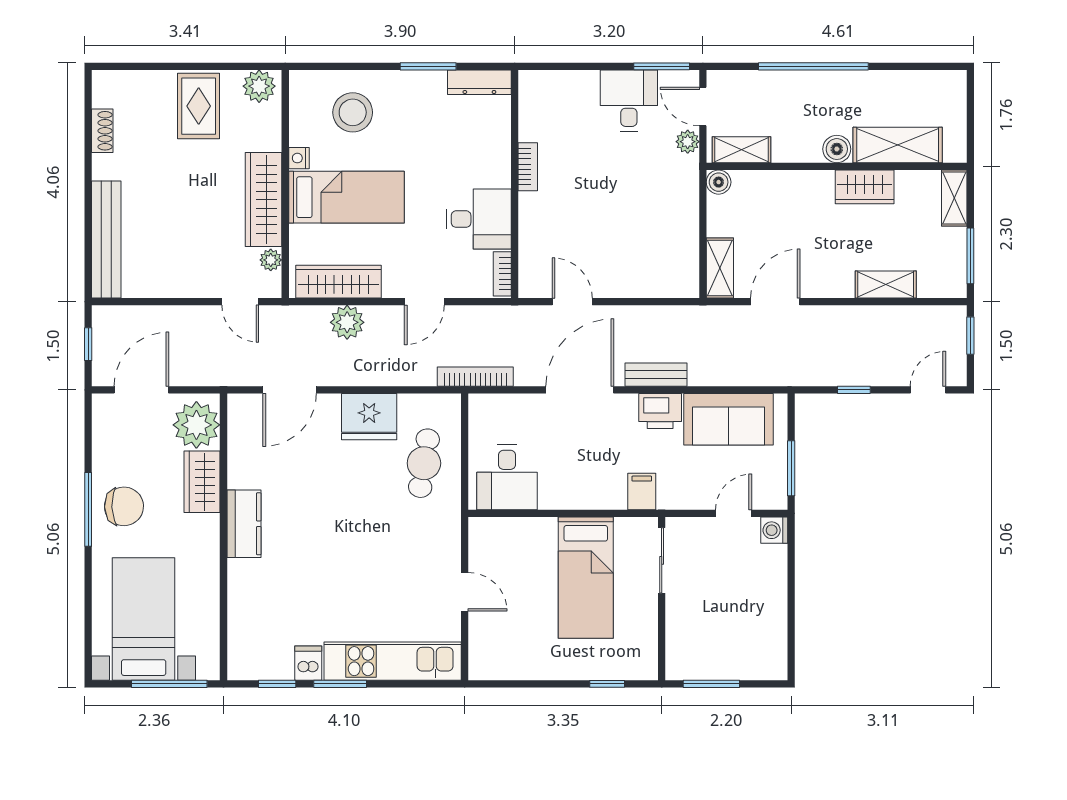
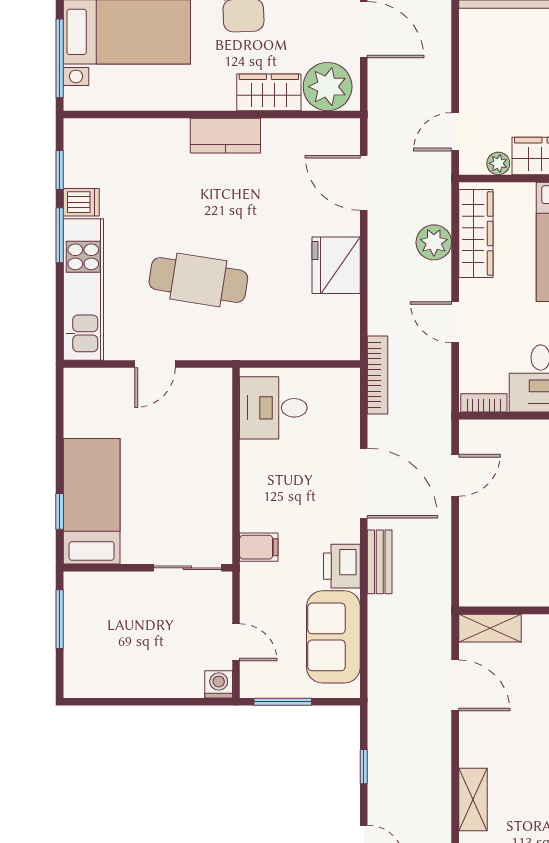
cafe table: (424, 463) -> (198, 280), moved, width x1.37, depth x1.35
bed: (586, 578) -> (92, 501), moved, turned 90

